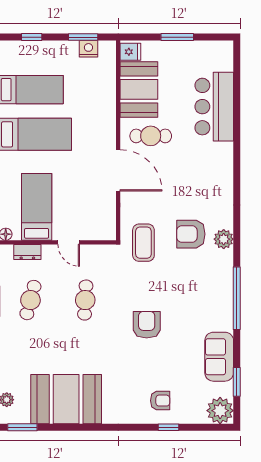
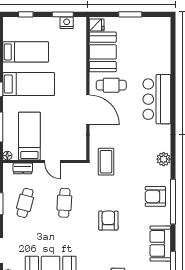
bar counter: (214, 107) -> (157, 99), moved
armchair: (191, 234) -> (155, 196), moved

